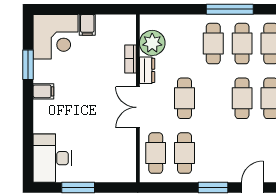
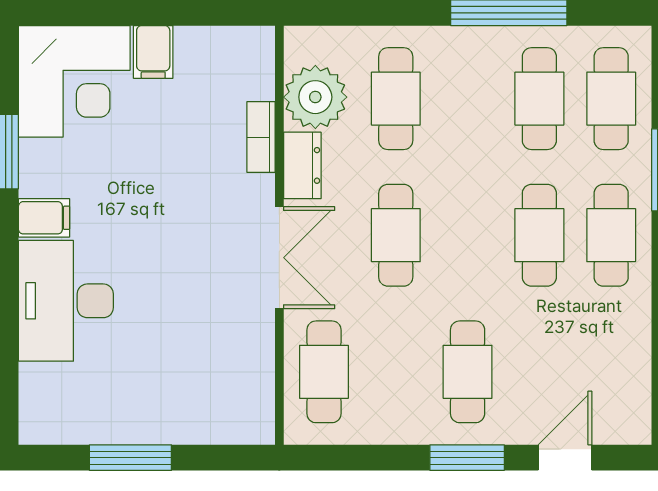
cafe table: (213, 44) -> (396, 99), moved
double door: (138, 107) -> (279, 258), swing flipped
cafe table: (184, 153) -> (468, 372), moved
desk: (52, 158) -> (66, 301), moved

